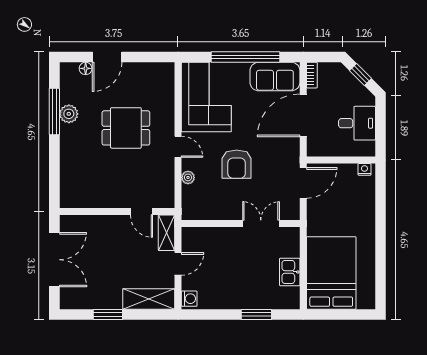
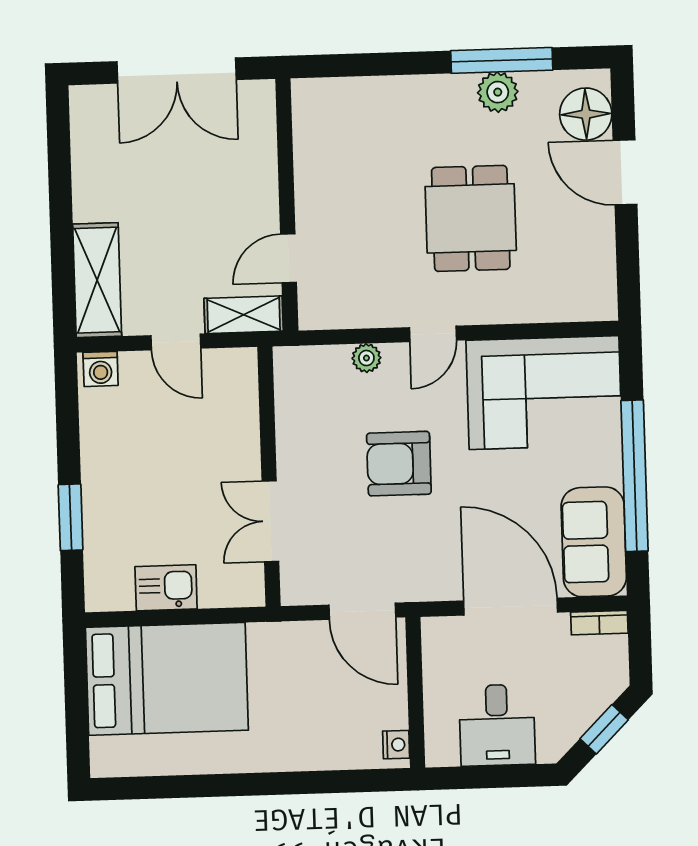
floor lamp: (86, 68) -> (586, 114), width x1.89, depth x1.89
double door: (261, 224) -> (270, 521), swing flipped
window: (108, 314) -> (60, 192), removed

